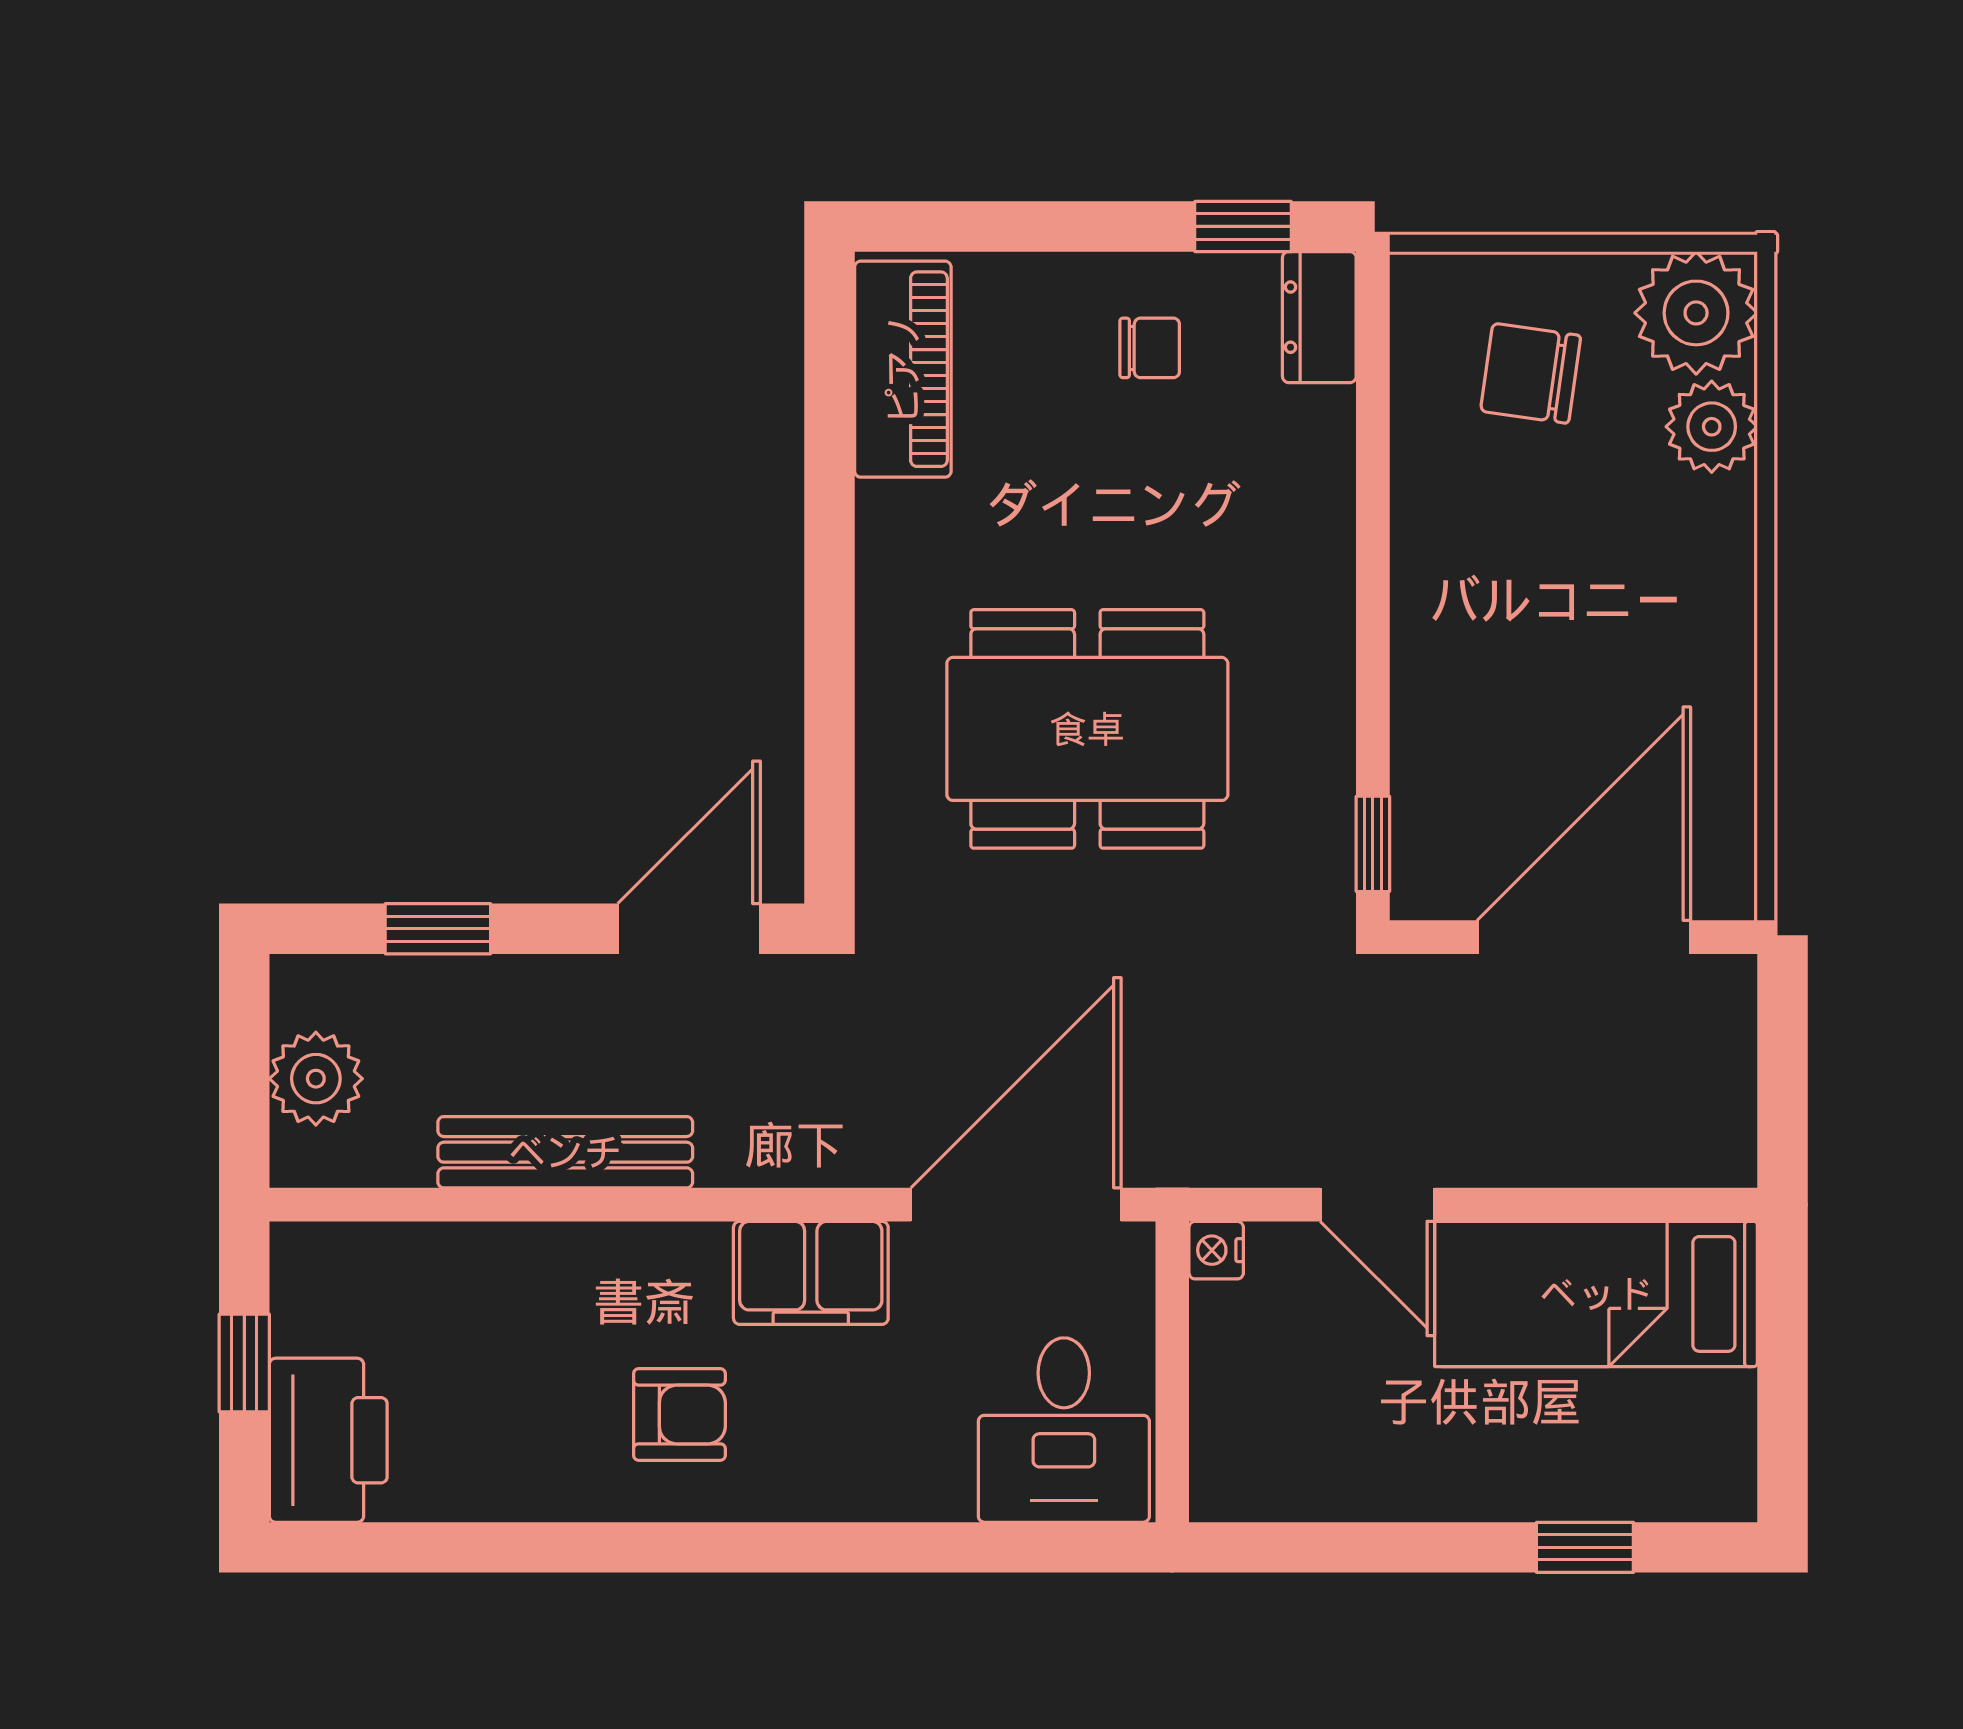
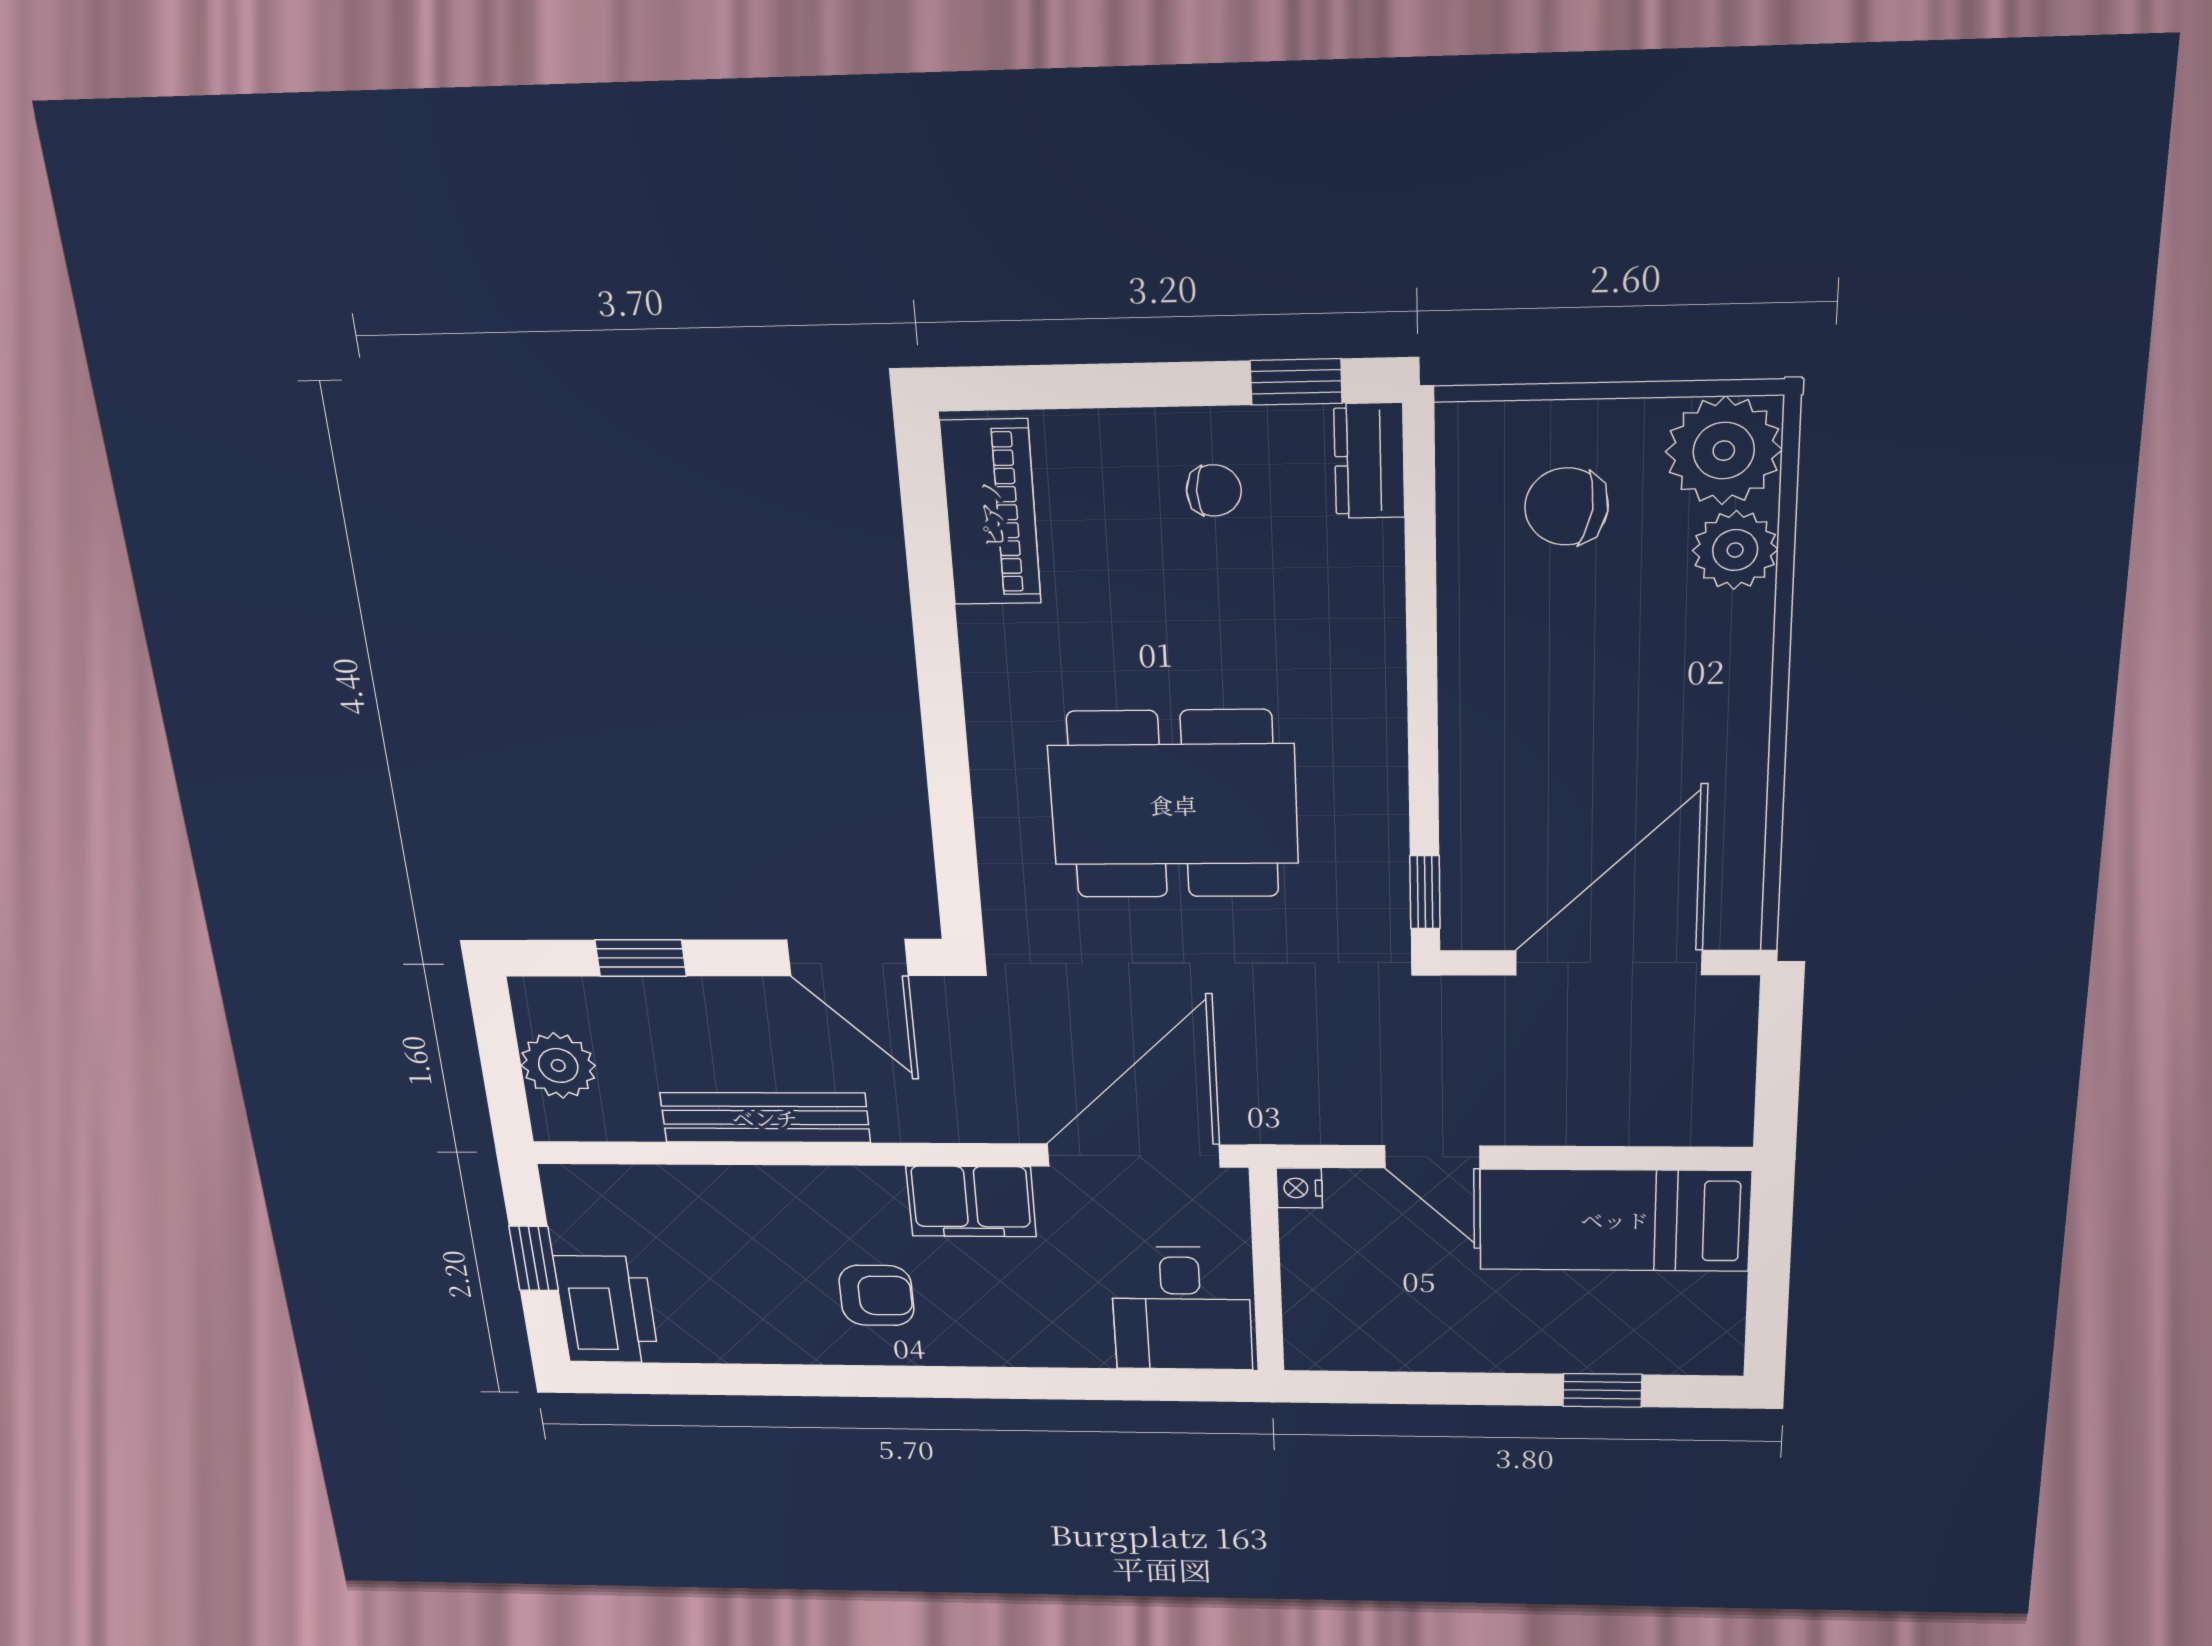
door: (689, 929) -> (847, 958), swing flipped

